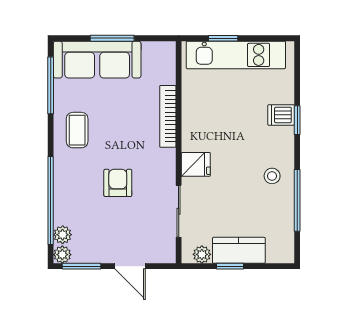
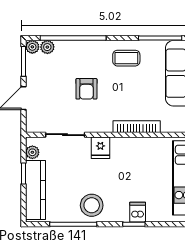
stool: (272, 176) -> (92, 205), width x1.89, depth x1.89
armchair: (118, 183) -> (86, 89), turned 90
kitchen counter: (239, 250) -> (36, 190), width x1.50

